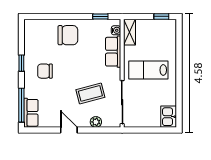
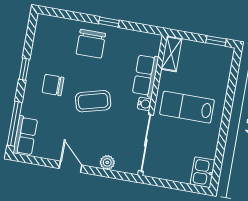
window: (100, 16) -> (109, 22), moved
water cooler: (116, 30) -> (144, 104), moved
chair: (68, 35) -> (91, 44), turned 90
coffee table: (90, 93) -> (93, 101), moved

